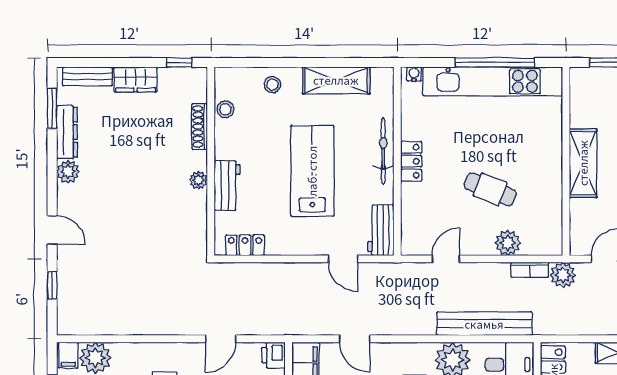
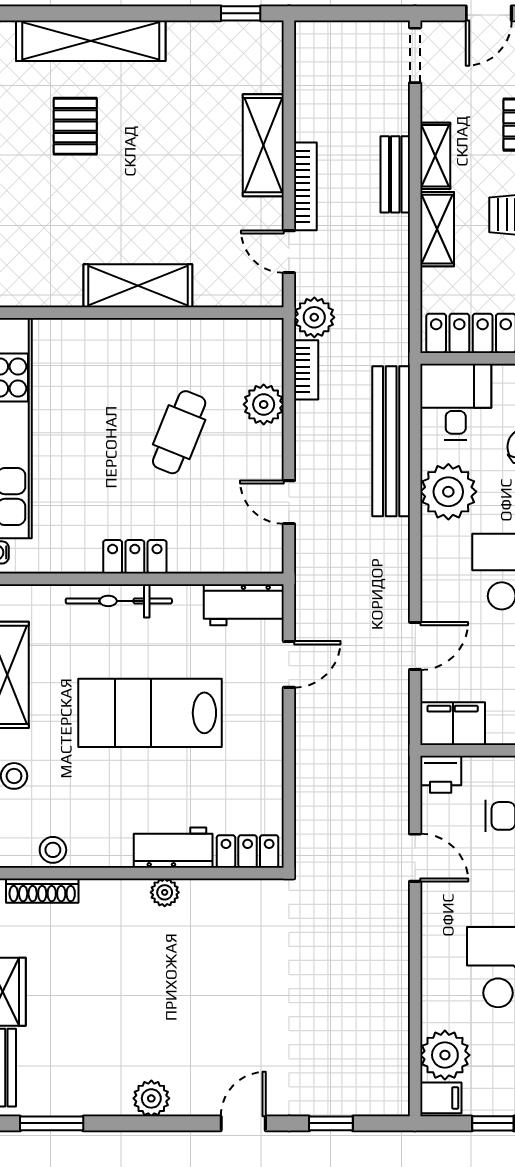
shoe rack: (200, 127) -> (42, 891), moved
dresser: (67, 132) -> (89, 1100), removed
locker: (245, 245) -> (248, 851), moved, turned 90

